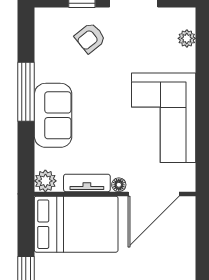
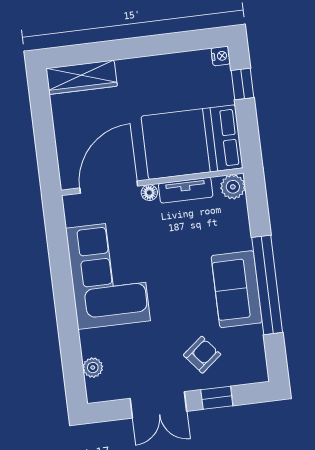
window: (26, 92) -> (267, 285), width x1.46
sofa: (53, 115) -> (237, 289), moved

